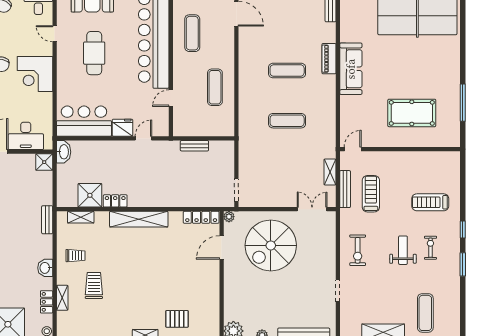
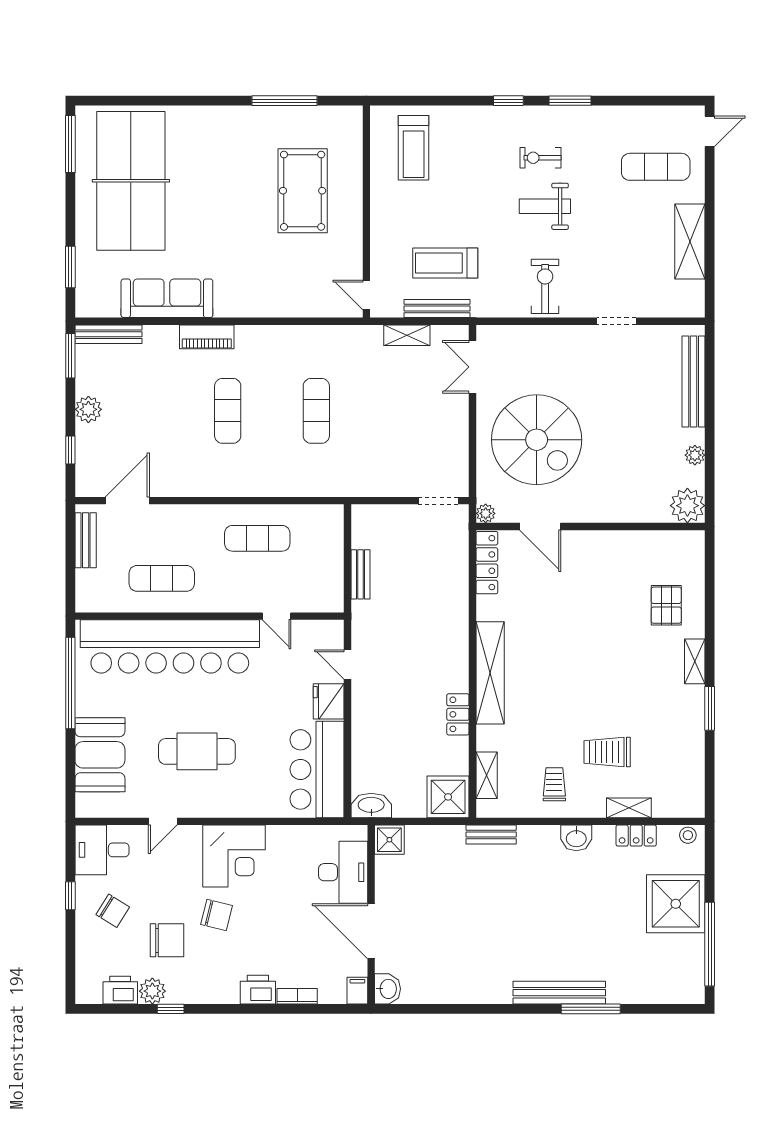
sofa: (351, 69) -> (167, 298), moved
shower: (90, 195) -> (448, 797), moved
treadmill: (430, 202) -> (414, 148), moved
exercise bike: (358, 250) -> (545, 286), turned -90

